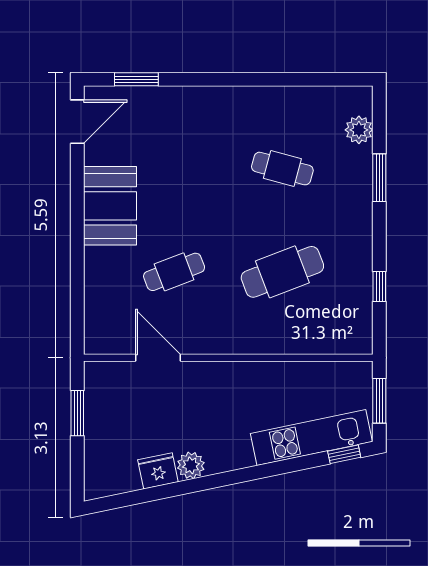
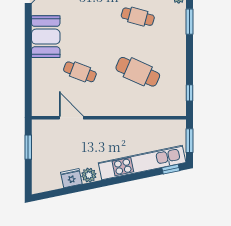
cafe table: (174, 272) -> (80, 72), turned 42
cafe table: (282, 272) -> (138, 72), turned 45
window: (379, 287) -> (189, 93), moved
kitchen unit: (311, 438) -> (142, 163), width x1.36

